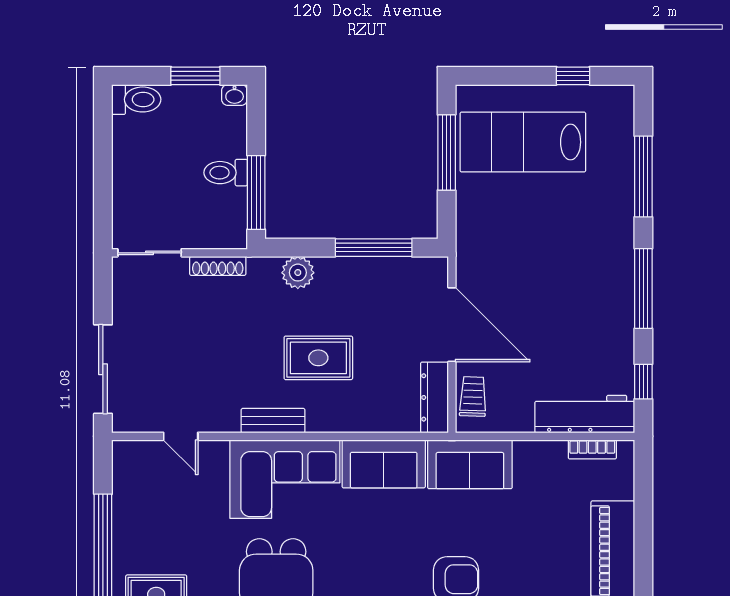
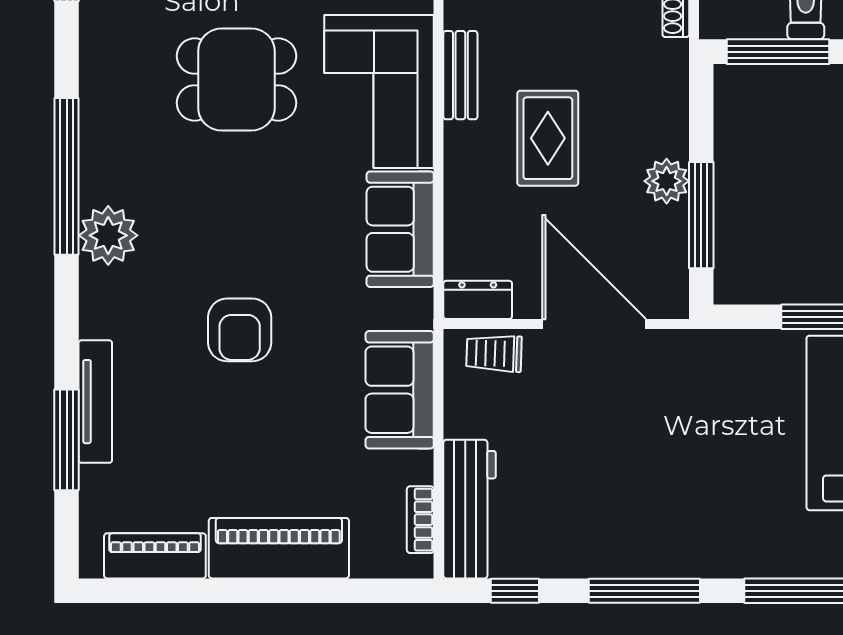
plant: (298, 273) -> (667, 181), moved
door: (452, 325) -> (594, 324), swing flipped
trolley: (473, 396) -> (494, 353), turned 180
dresser: (434, 397) -> (478, 300), width x0.70
sofa: (470, 464) -> (400, 390), moved

